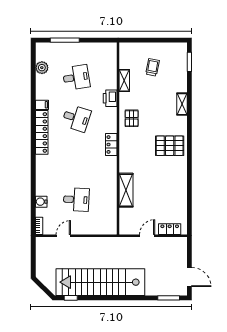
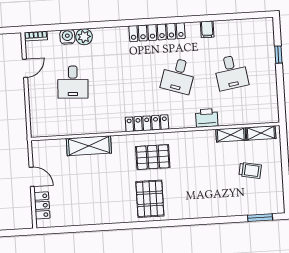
window: (65, 40) -> (278, 55), width x0.46
plant: (42, 68) -> (84, 37), moved
shelving: (182, 104) -> (261, 133), moved
filing cabinet: (42, 105) -> (207, 29), moved
pallet: (132, 118) -> (153, 157), moved, width x1.50, depth x1.42
locker: (111, 144) -> (147, 123), width x1.53
door: (63, 236) -> (25, 68), hinge flipped

